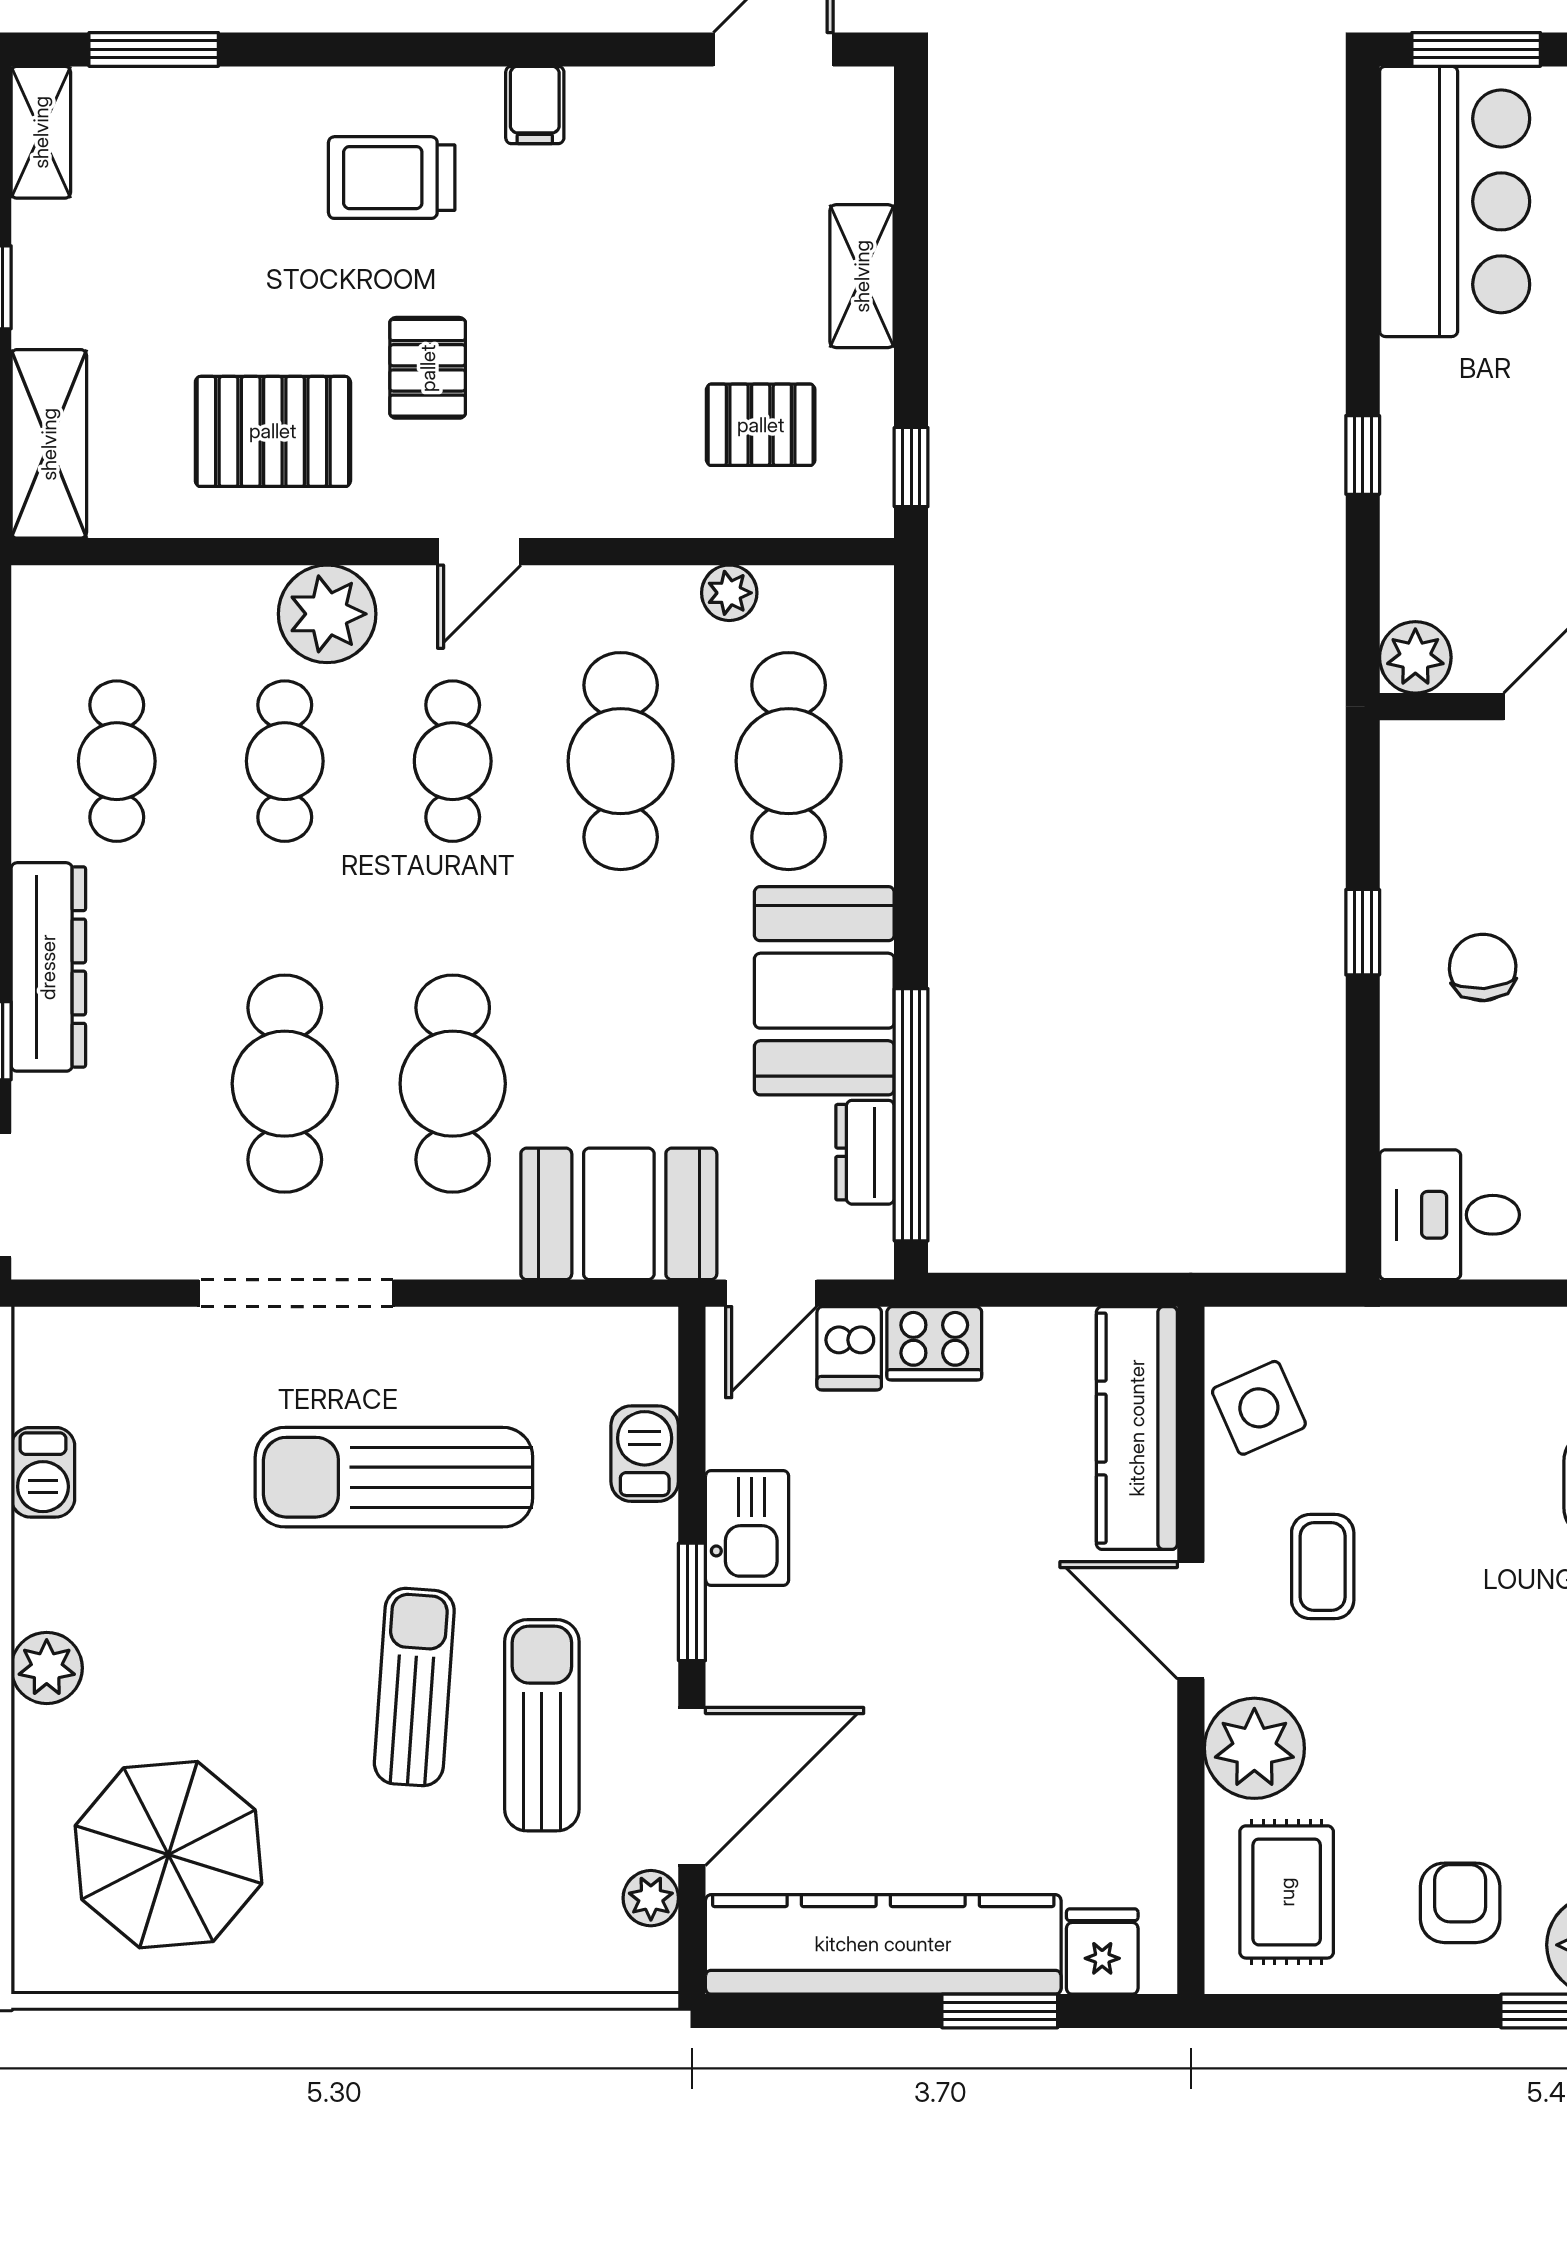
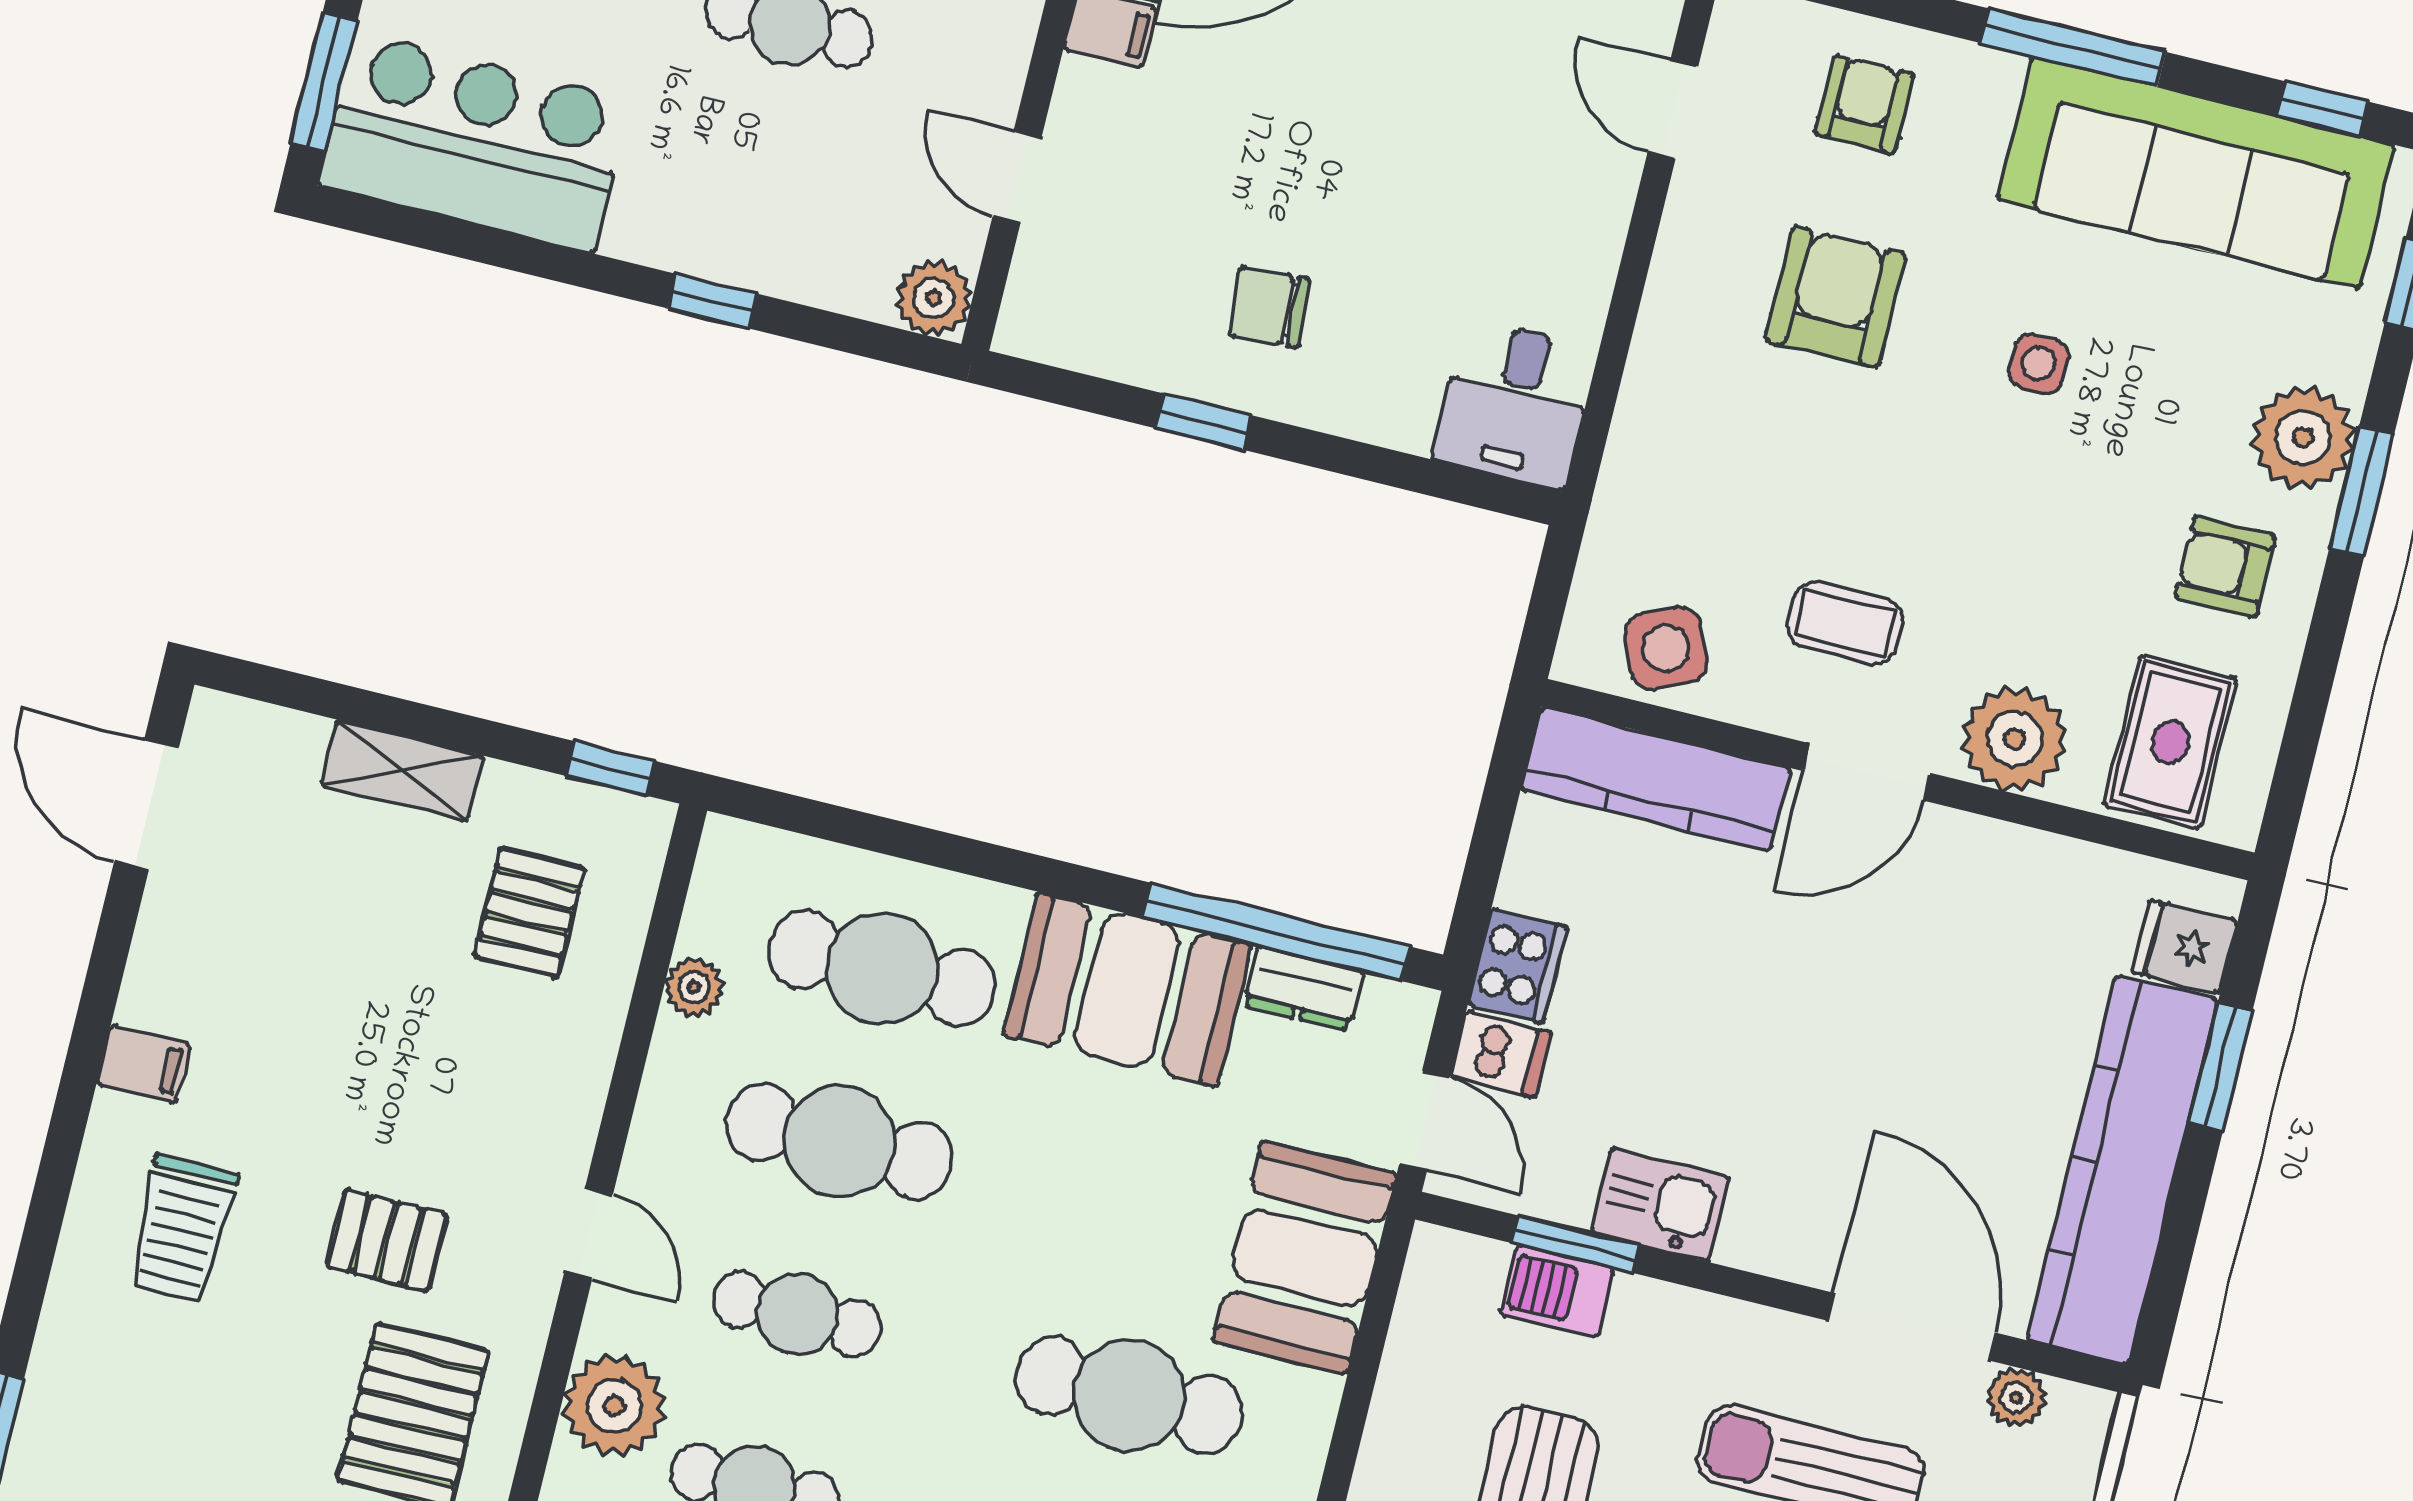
window: (692, 1602) -> (1576, 1244), moved
rug: (1287, 1892) -> (2170, 742), turned 90

